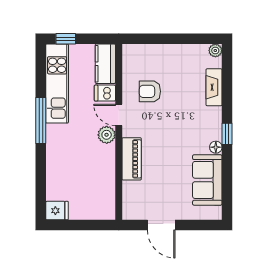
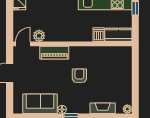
armchair: (150, 91) -> (79, 76), moved
door: (119, 115) -> (23, 44), moved
plant: (107, 135) -> (39, 36), moved

